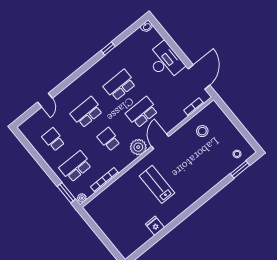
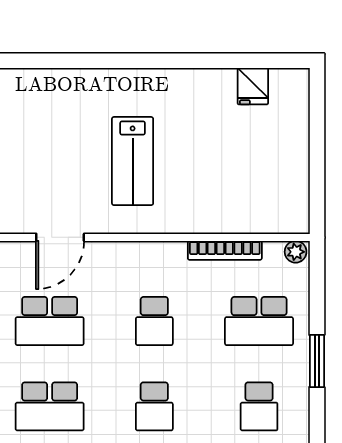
school desk: (87, 112) -> (154, 406), width x0.54
plant: (138, 147) -> (110, 261), removed
window: (66, 193) -> (317, 361), moved
fridge: (155, 226) -> (253, 86), moved

